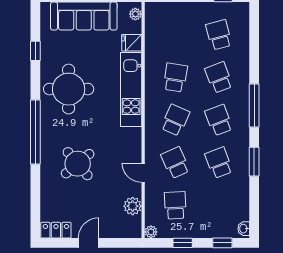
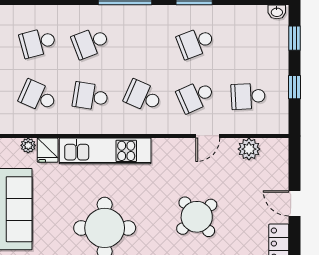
plant: (135, 14) -> (28, 145), moved
school desk: (219, 120) -> (38, 96), moved, turned 45
plant: (151, 232) -> (281, 126), removed

